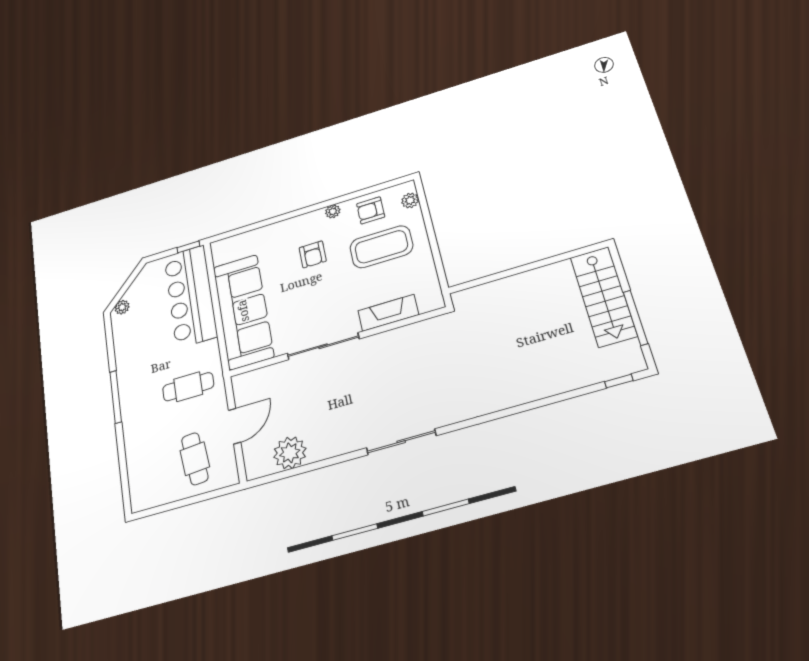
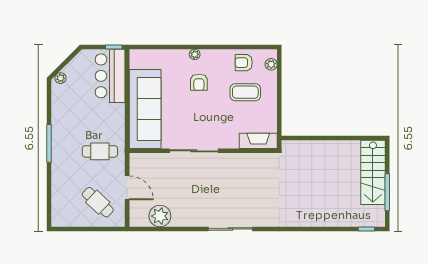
plant: (333, 211) -> (195, 54), moved
coffee table: (381, 247) -> (245, 92), width x0.73, depth x0.76
bar counter: (190, 296) -> (110, 76), width x0.73
fireplace: (388, 313) -> (258, 141), moved
door: (235, 426) -> (127, 188), hinge flipped
cafe table: (195, 459) -> (98, 202), turned -42

